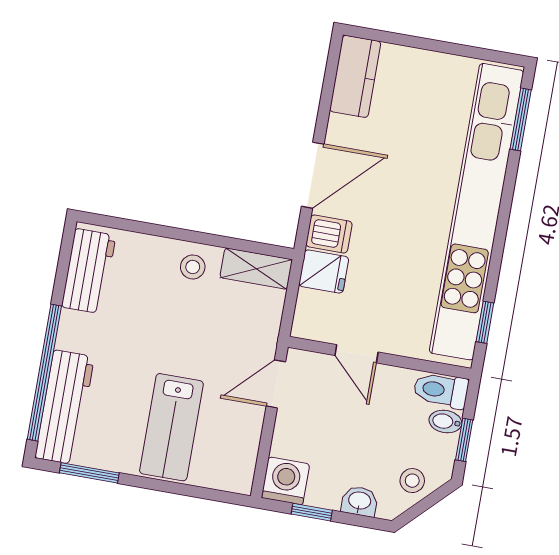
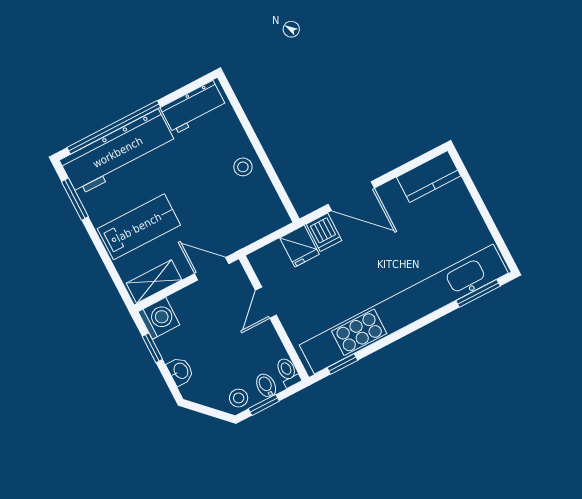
shelving: (256, 269) -> (154, 281), moved, turned 90
toilet: (441, 390) -> (288, 372), width x0.73, depth x0.72
workbench: (65, 407) -> (118, 152), width x1.36, depth x1.32
lab bench: (171, 427) -> (139, 227), turned 180
stool: (412, 481) -> (239, 398), moved

